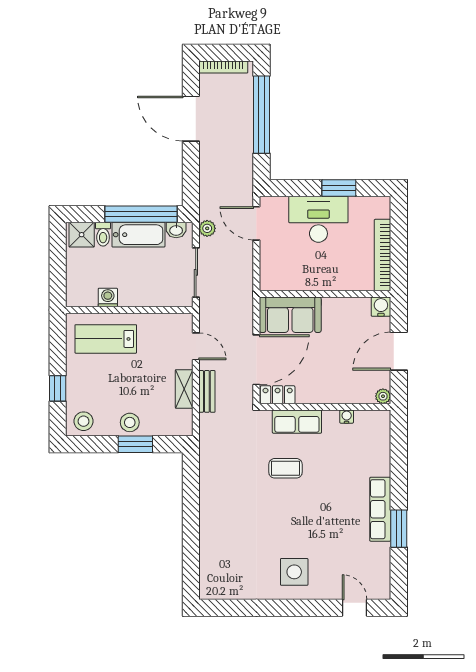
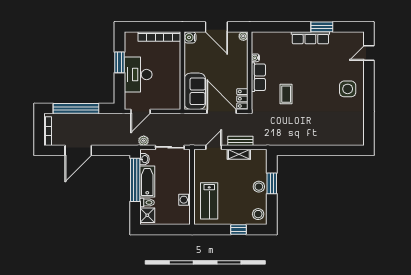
row of seats: (297, 422) -> (258, 77), moved

